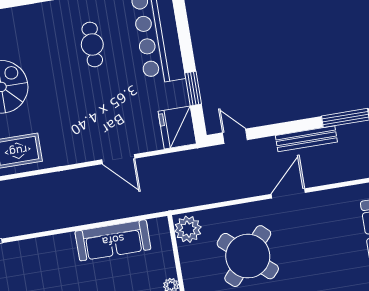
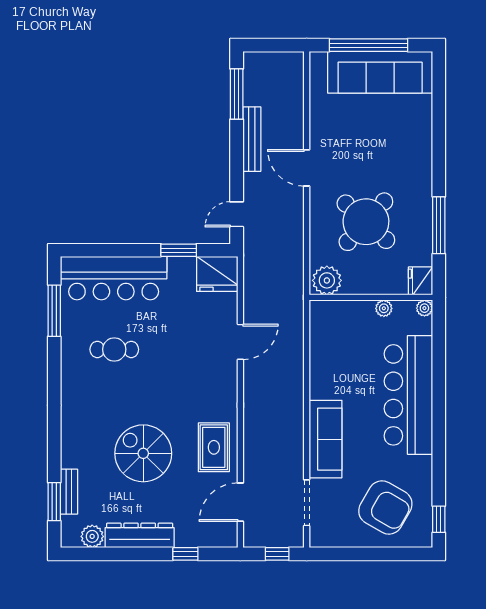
sofa: (113, 240) -> (326, 439), moved

